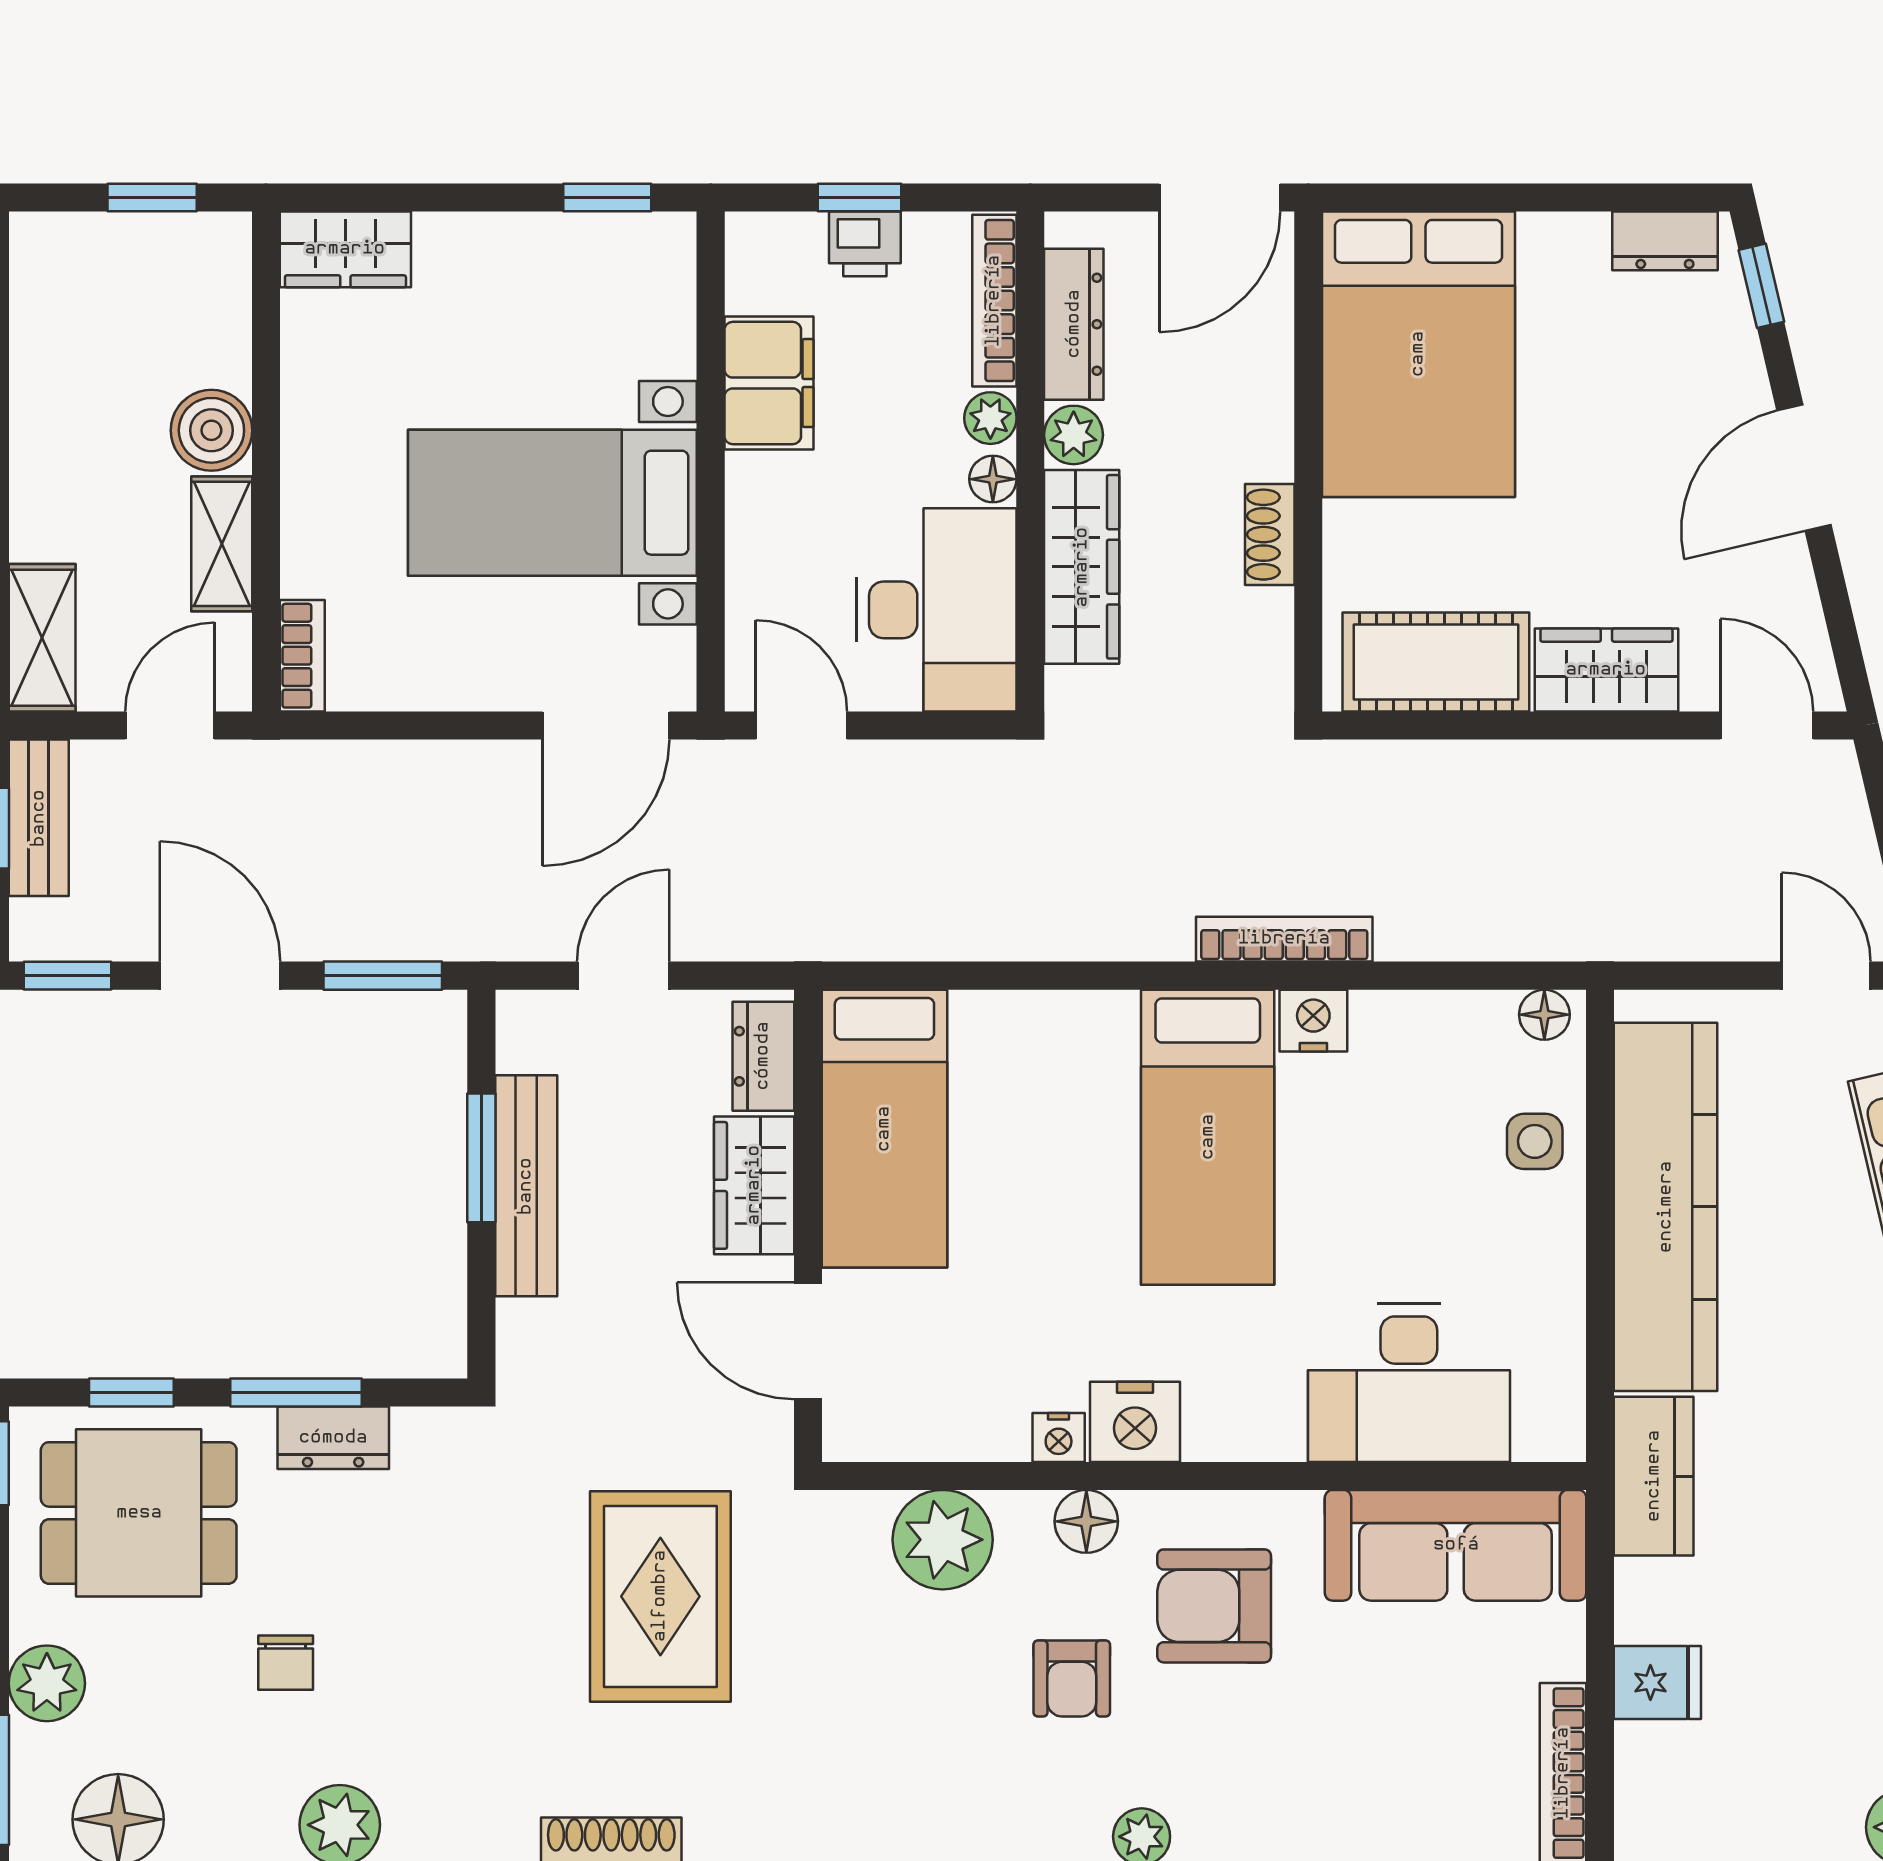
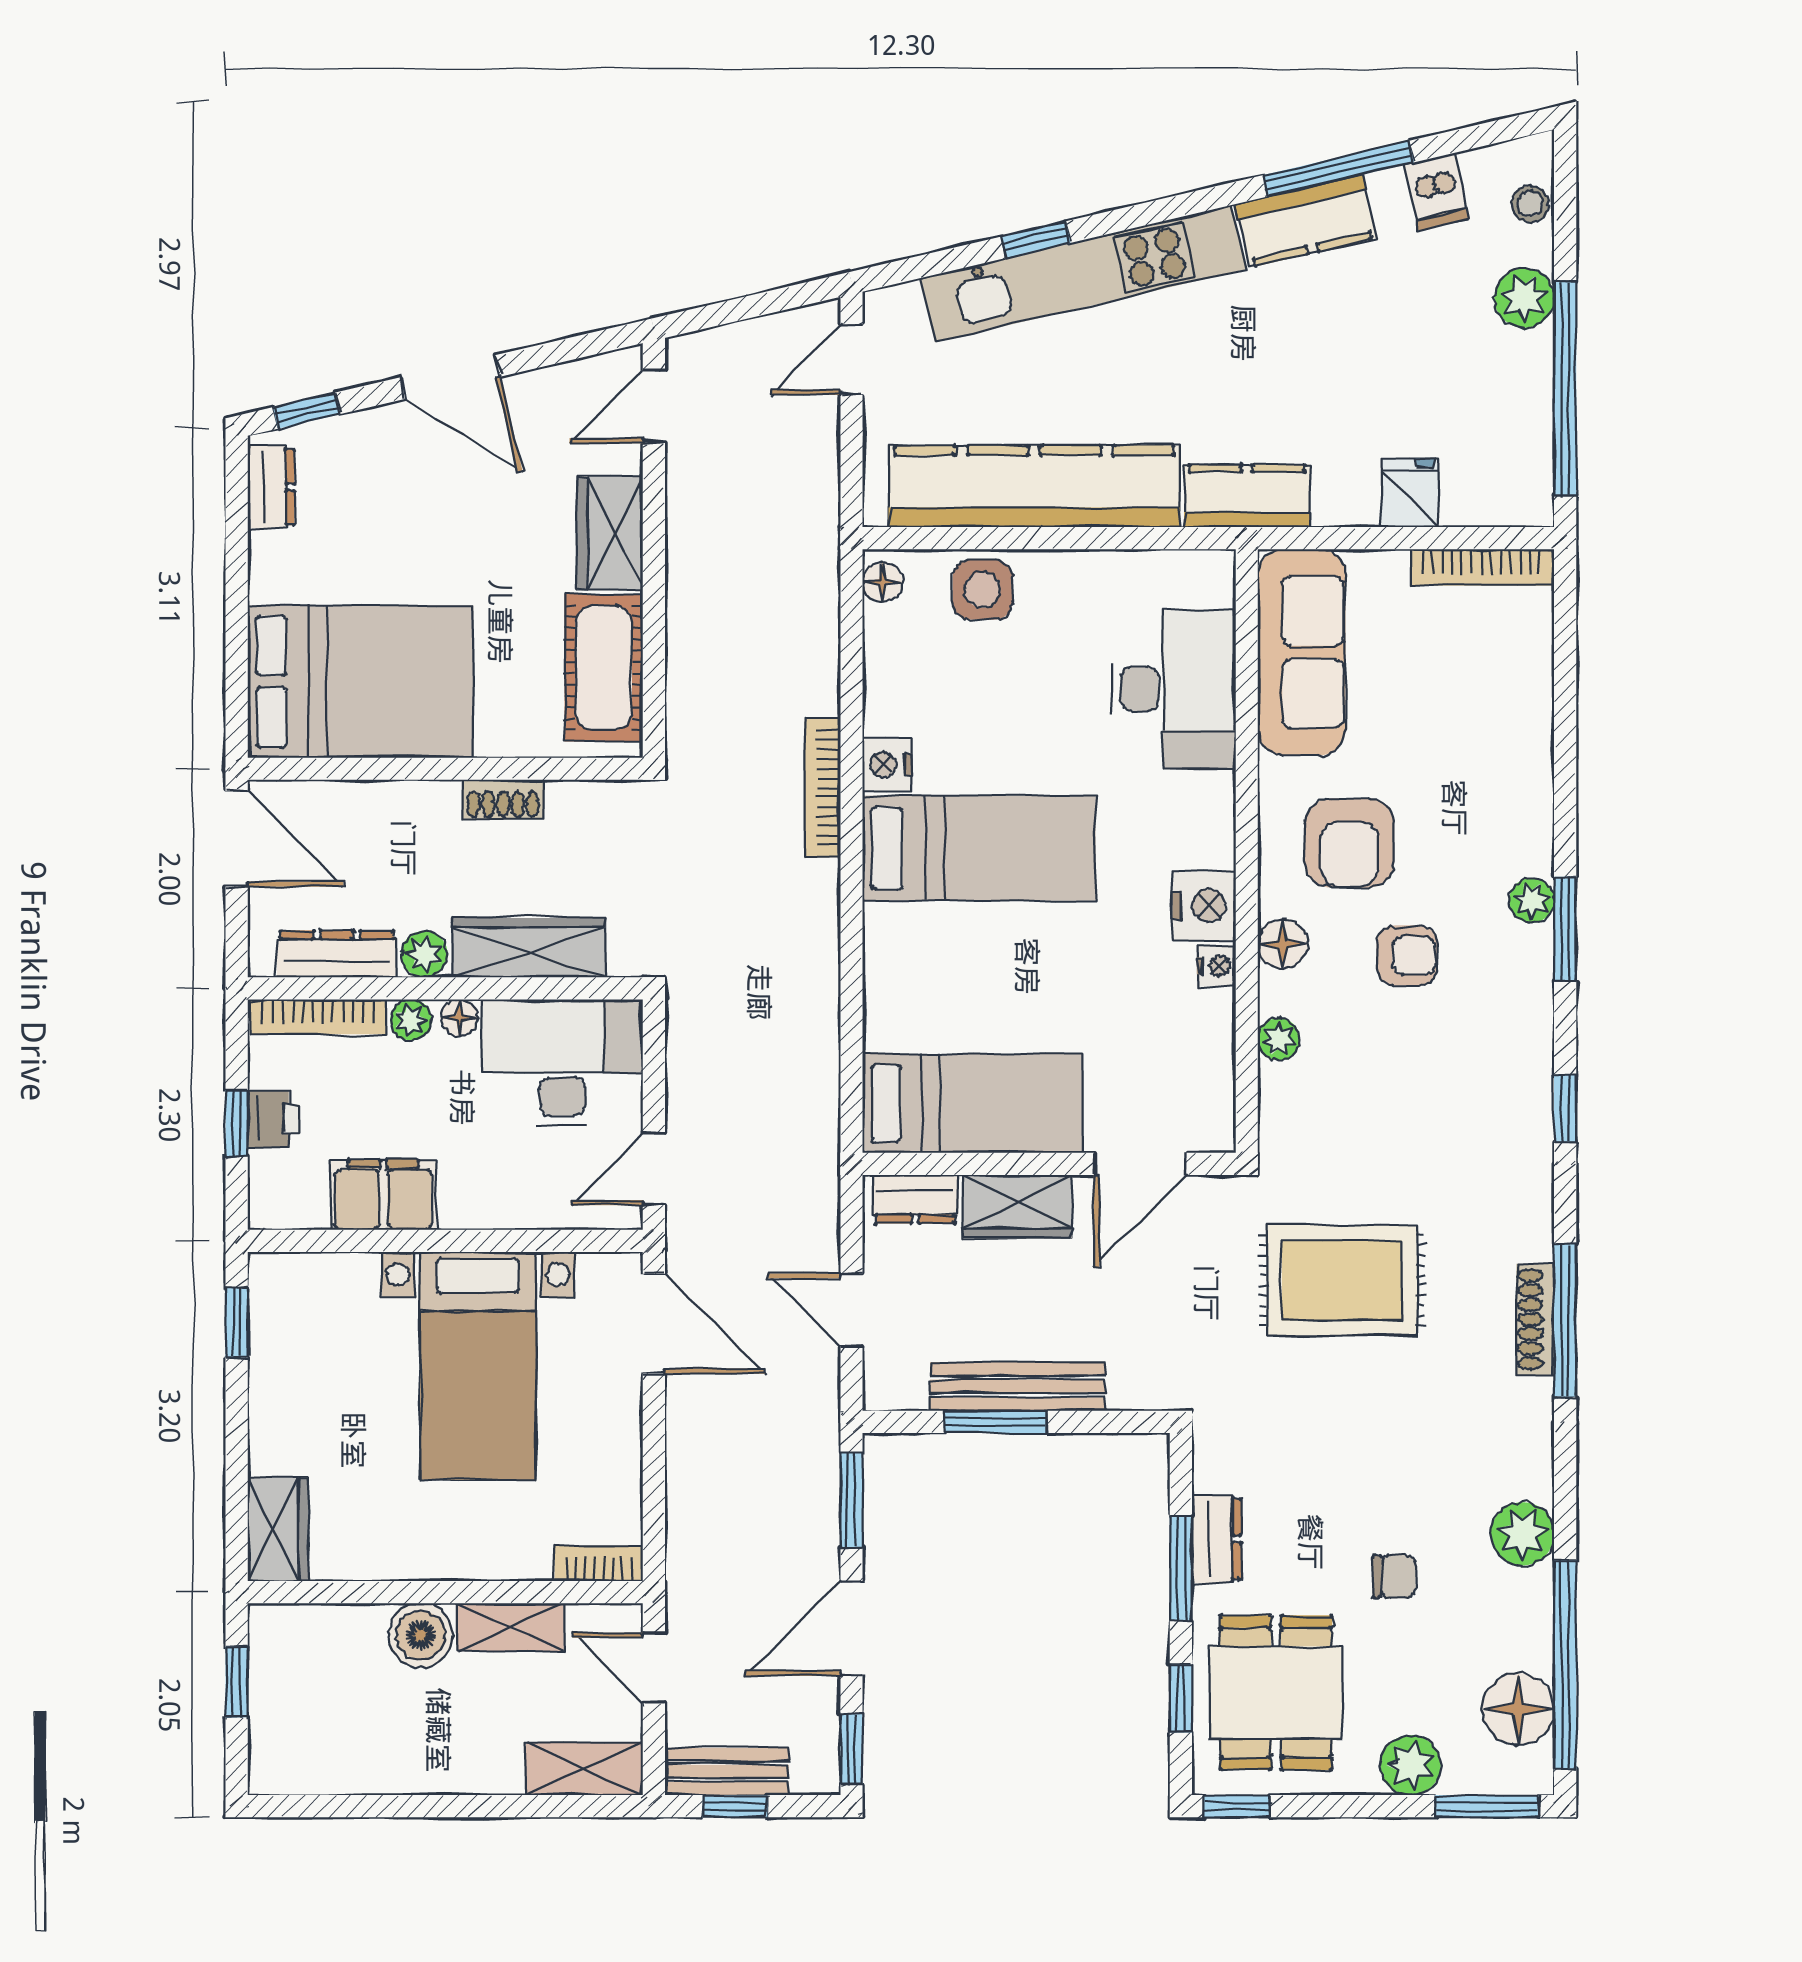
side table: (1535, 1141) -> (982, 590), width x1.37, depth x1.37
plant: (943, 1540) -> (1279, 1039), width x0.53, depth x0.53

